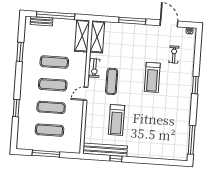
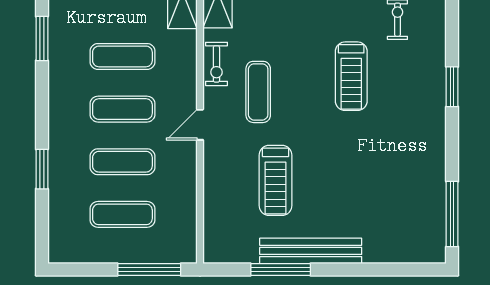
bench: (105, 150) -> (311, 251), moved
window: (46, 154) -> (149, 270), moved
window: (116, 159) -> (281, 270), width x2.17

